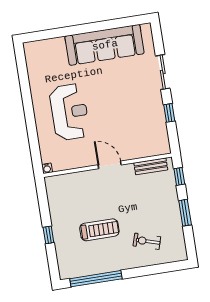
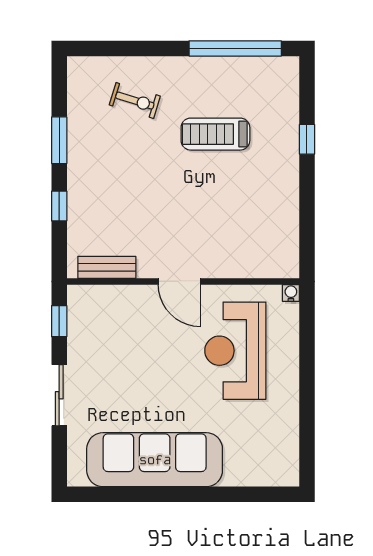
wall: (107, 165) -> (183, 281), moved
door: (110, 165) -> (179, 281), moved
bench: (151, 166) -> (107, 267), moved
water cooler: (47, 168) -> (291, 293), moved

